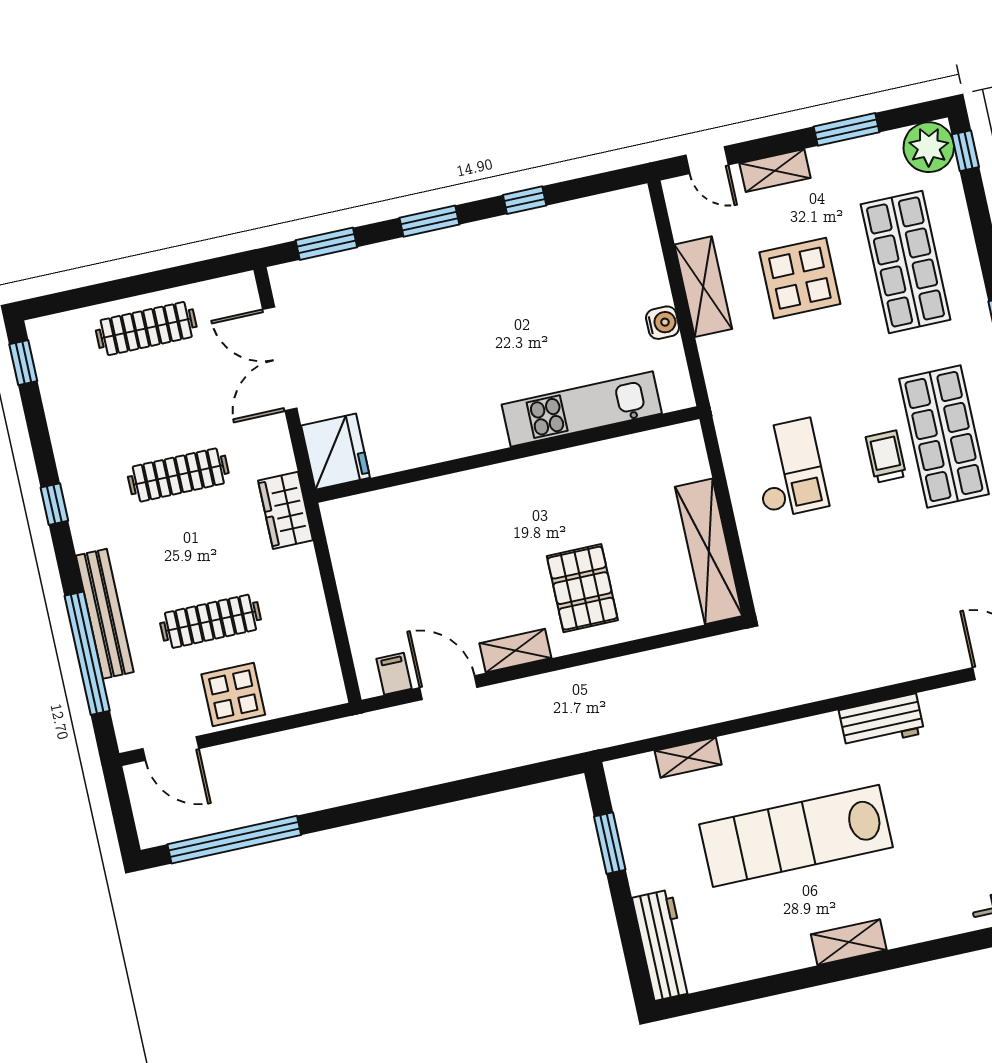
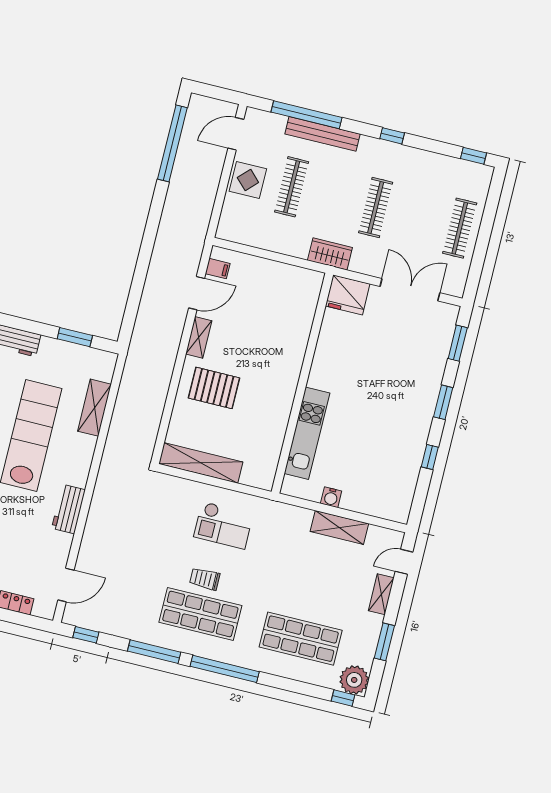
display table: (800, 278) -> (319, 580), removed
trolley: (886, 457) -> (205, 579), turned 180
shelving: (688, 758) -> (94, 408), width x1.50, depth x1.33

